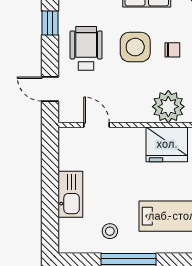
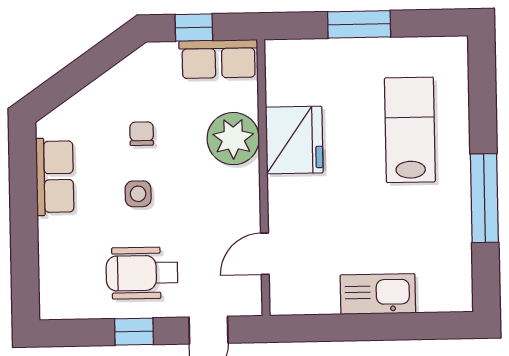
window: (50, 23) -> (134, 332), moved
side table: (135, 47) -> (138, 194), width x0.54, depth x0.54
stool: (110, 231) -> (436, 229), removed

